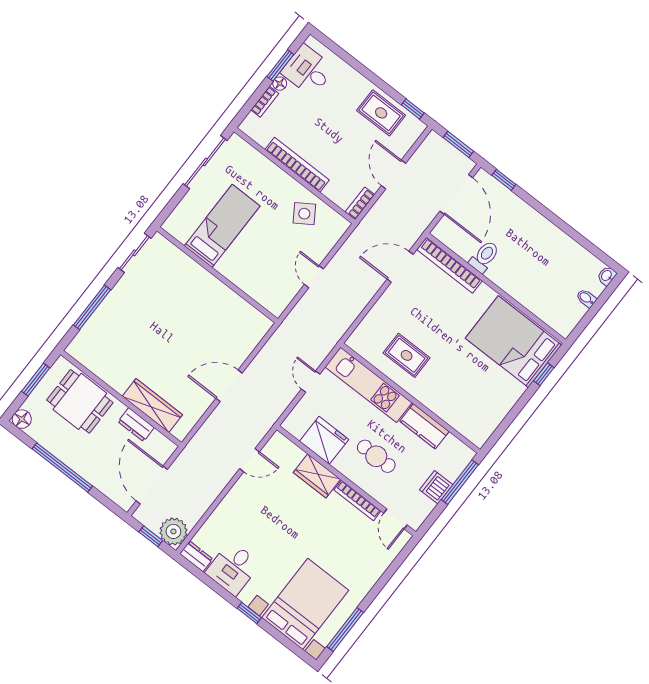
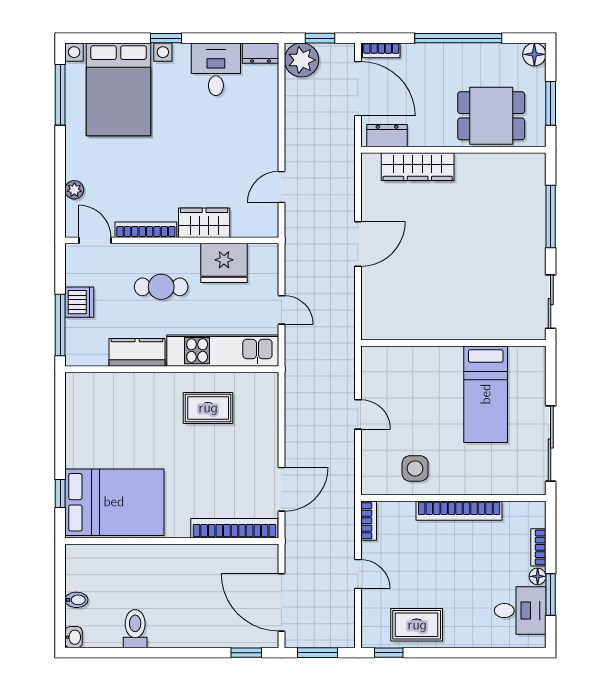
door: (393, 175) -> (358, 574), width x0.73
side table: (304, 214) -> (415, 468), turned 33
toilet: (484, 257) -> (135, 629), moved, turned 180
dresser: (136, 425) -> (387, 136), moved
bookcase: (118, 498) -> (381, 50), added
plant: (383, 562) -> (74, 190), added

